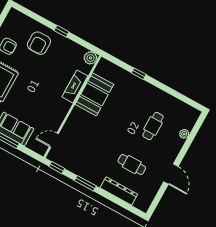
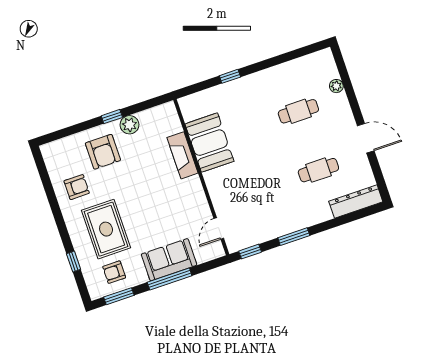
plant: (90, 58) -> (129, 125), moved
cafe table: (153, 126) -> (298, 111), turned 90
dresser: (119, 191) -> (356, 202), moved

